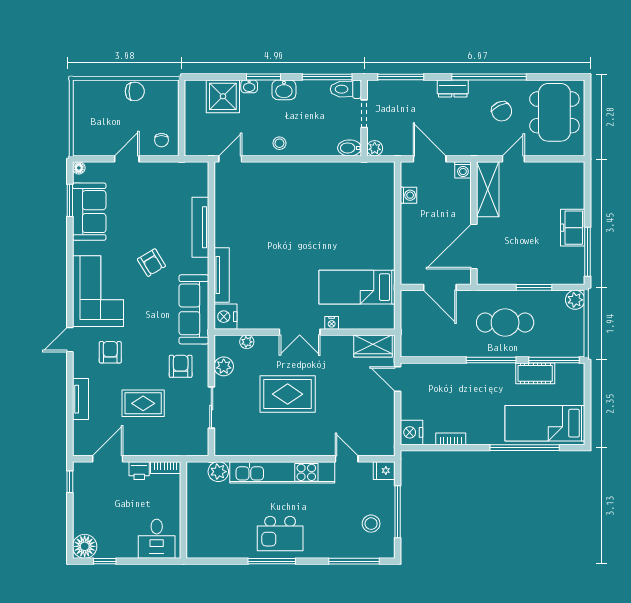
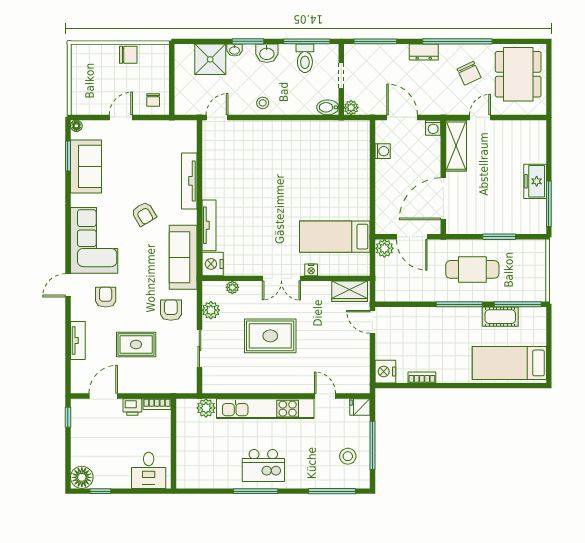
toilet: (346, 89) -> (305, 58), moved, turned -90
plant: (575, 300) -> (384, 248), moved
window: (525, 448) -> (490, 386), removed

